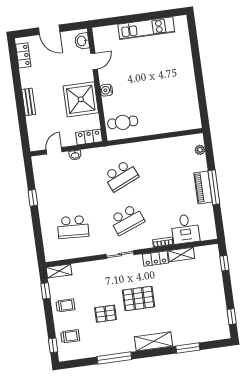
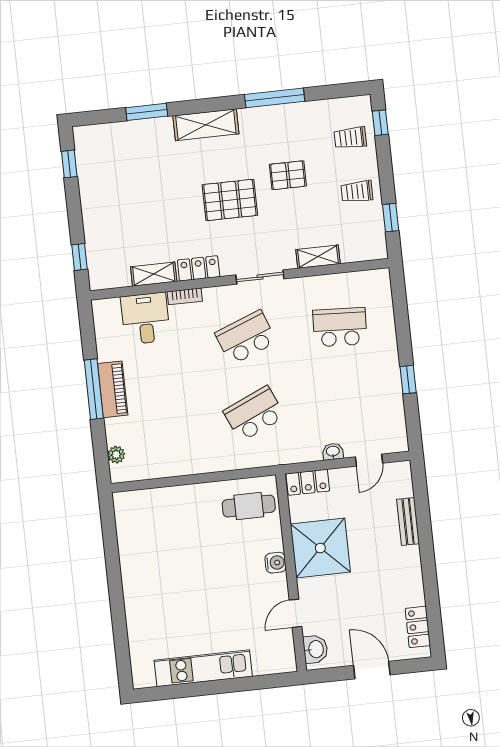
bench: (29, 102) -> (408, 521), moved
shelving: (59, 271) -> (318, 257), moved

